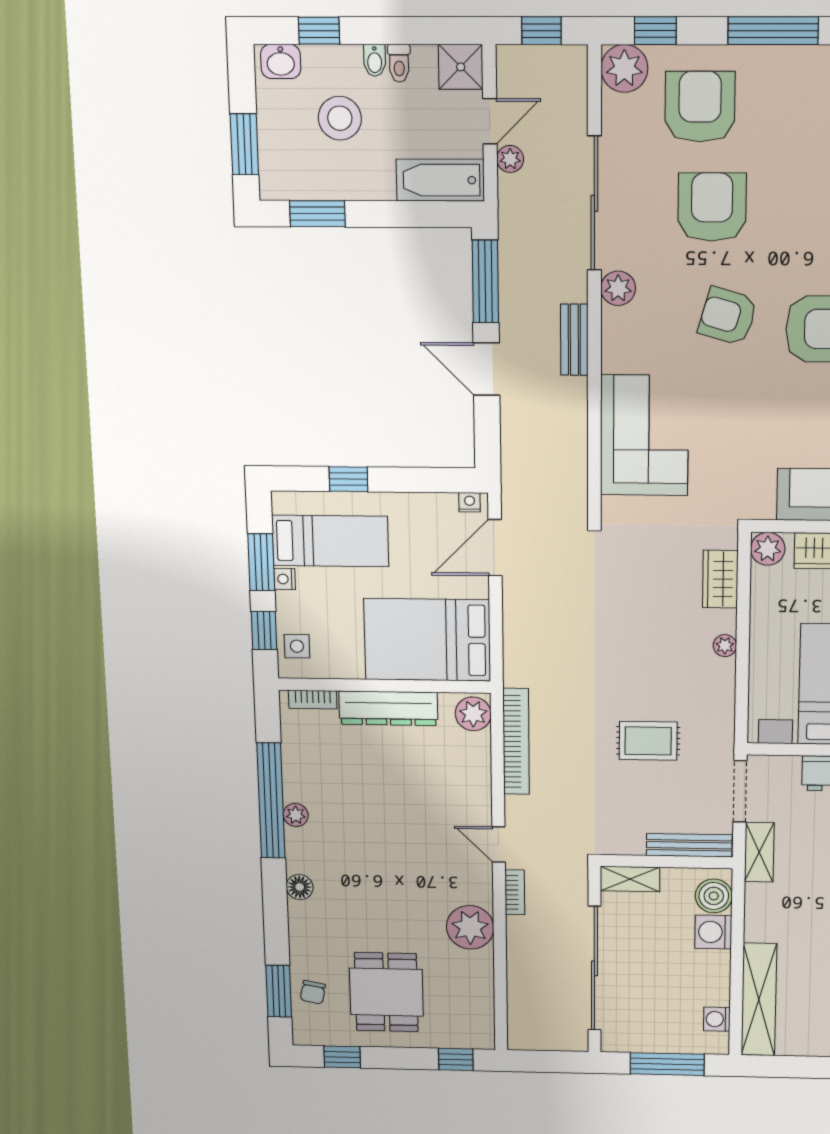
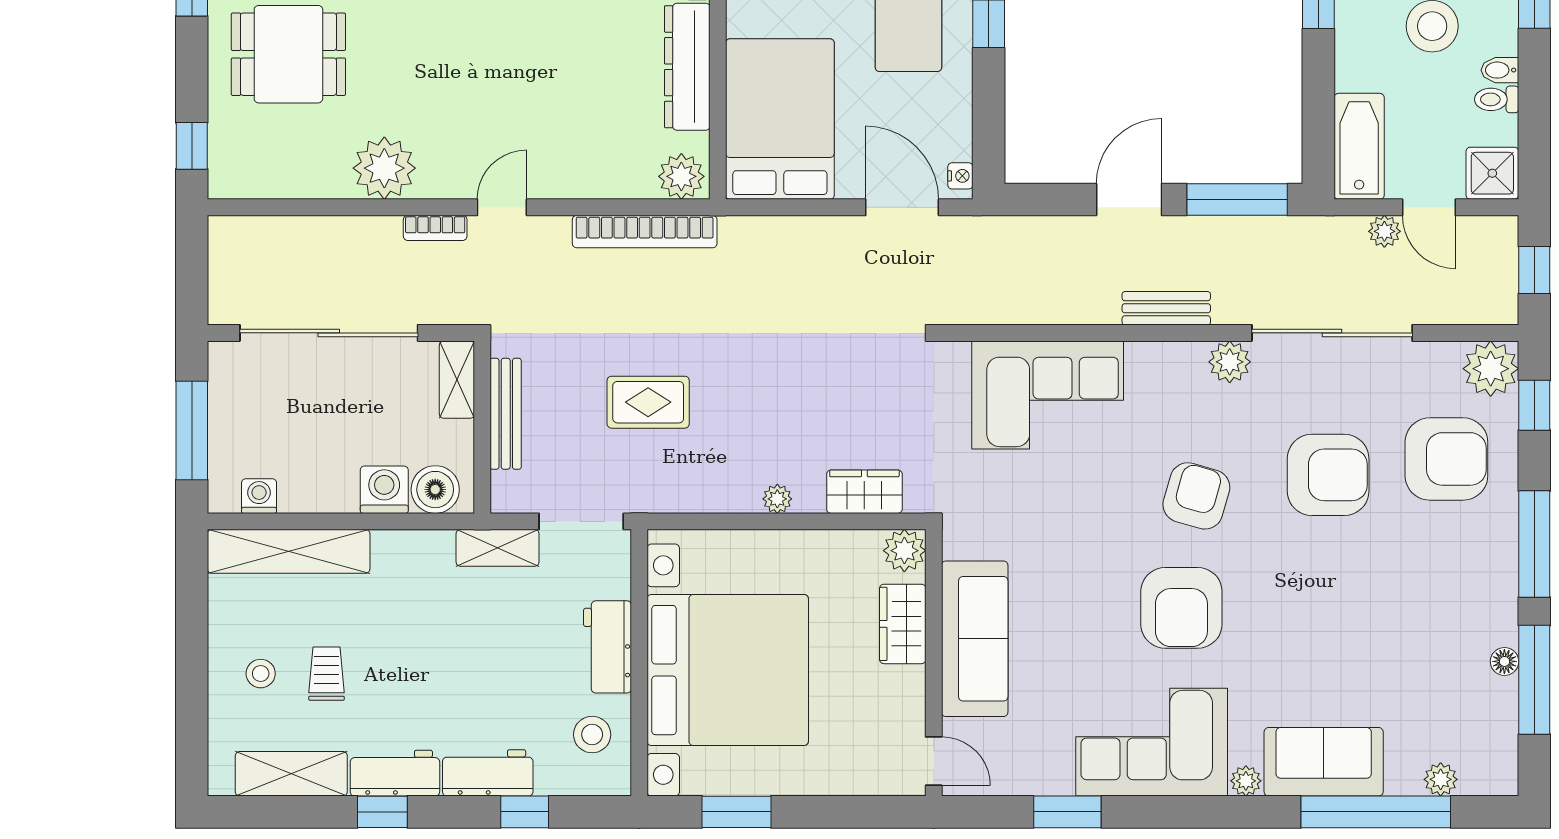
rug: (648, 741) -> (648, 402), turned 90
bench: (689, 845) -> (506, 414), moved

